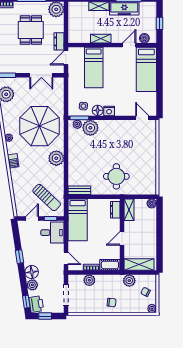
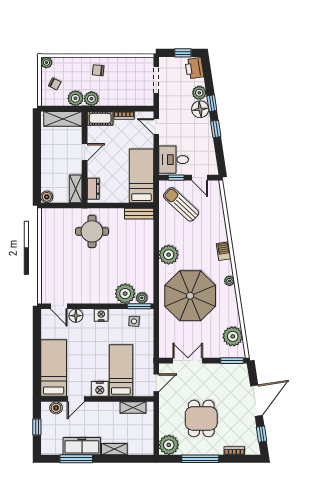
shelving: (101, 39) -> (133, 408), moved
dresser: (59, 41) -> (165, 404), removed
nightstand: (110, 53) -> (100, 389), added
floor lamp: (98, 110) -> (76, 316), moved
door: (32, 219) -> (200, 178), hinge flipped
plant: (89, 280) -> (91, 99), moved
window: (26, 302) -> (212, 103), moved

